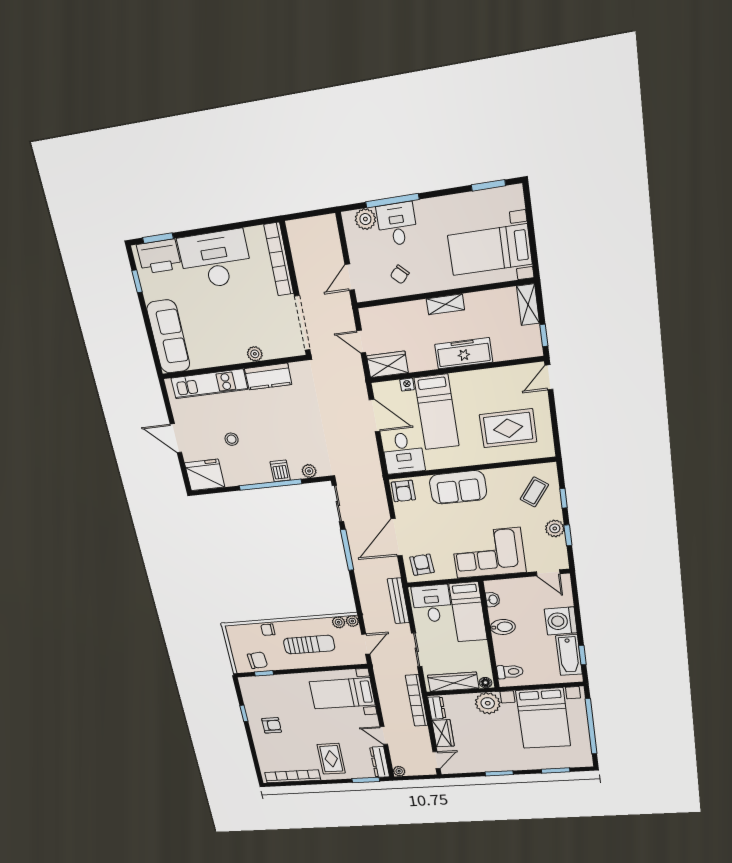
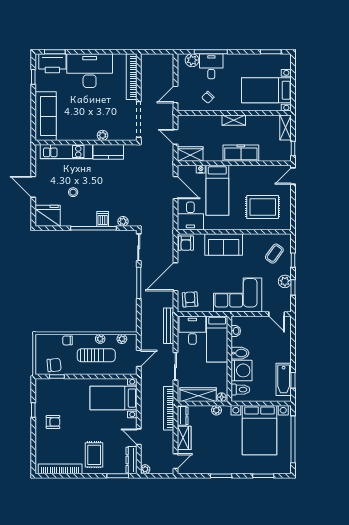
plant: (352, 621) -> (100, 339), moved
washing machine: (561, 621) -> (242, 370), moved, turned 180
plant: (488, 703) -> (216, 410), width x0.53, depth x0.53

